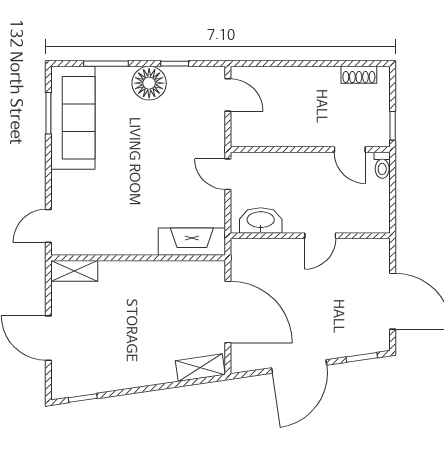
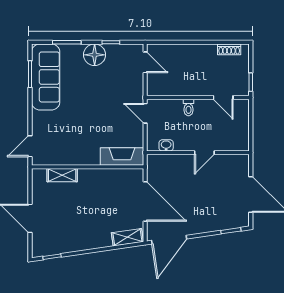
toilet: (382, 165) -> (189, 107), moved
washbasin: (261, 220) -> (166, 145), width x0.52, depth x0.69
shelving: (74, 271) -> (62, 175), moved
door: (299, 366) -> (169, 240), moved

